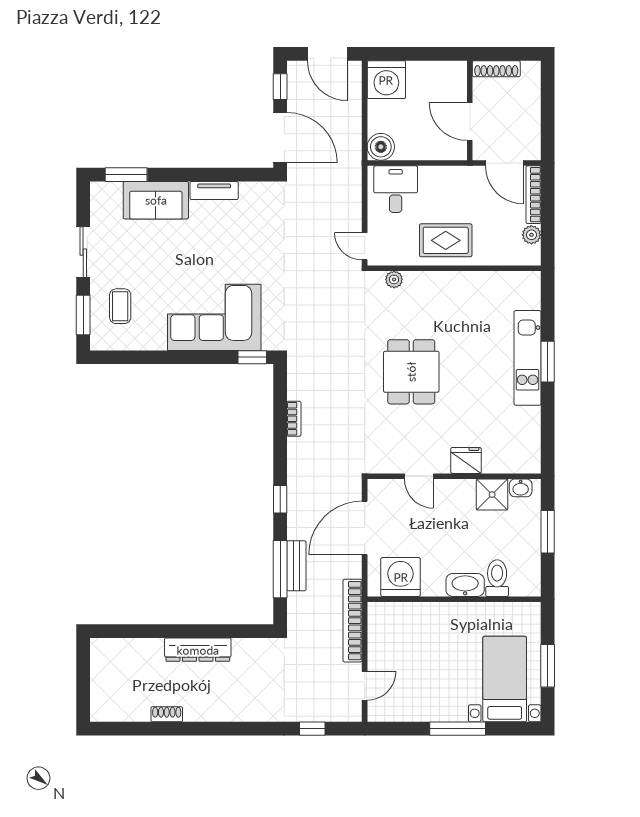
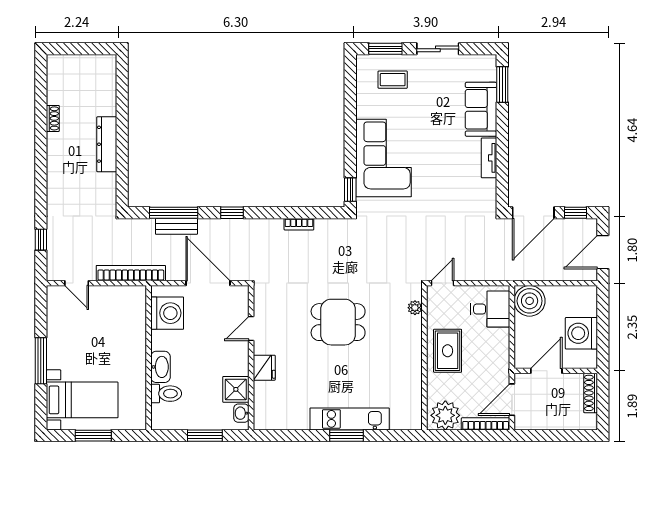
washing machine: (386, 80) -> (581, 333), moved
boiler: (381, 147) -> (530, 301), width x1.37, depth x1.37
plant: (531, 235) -> (445, 415), width x1.87, depth x1.87

